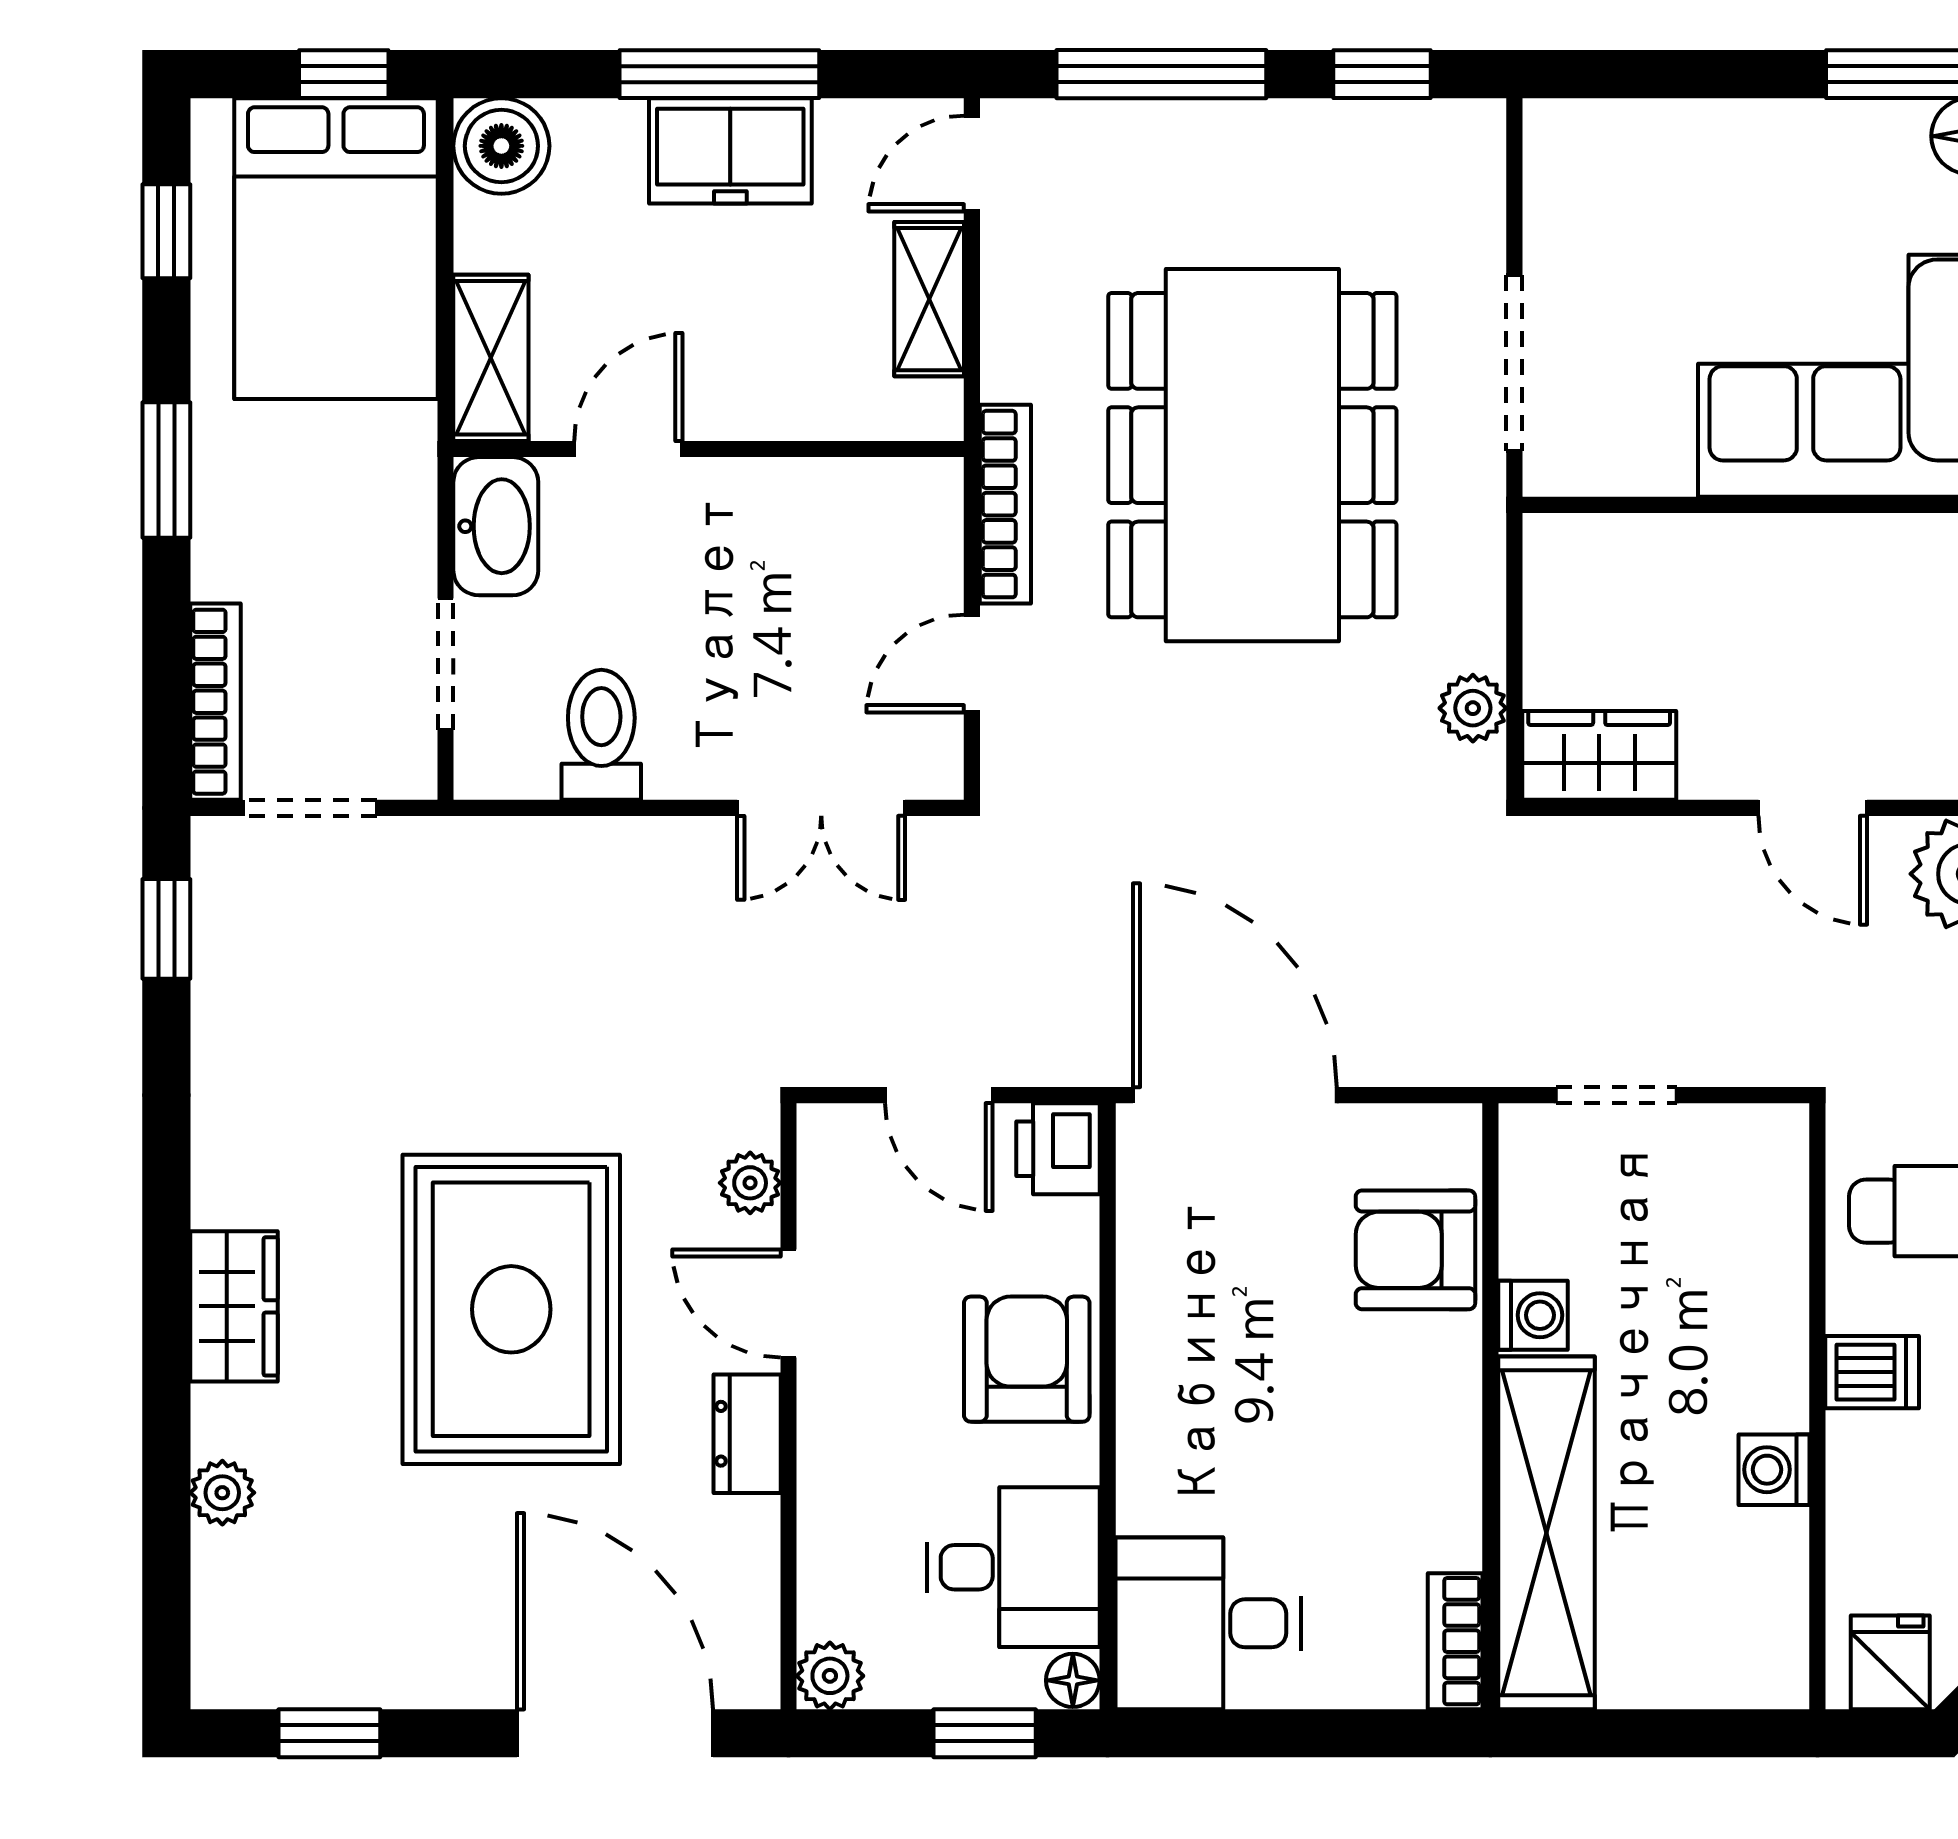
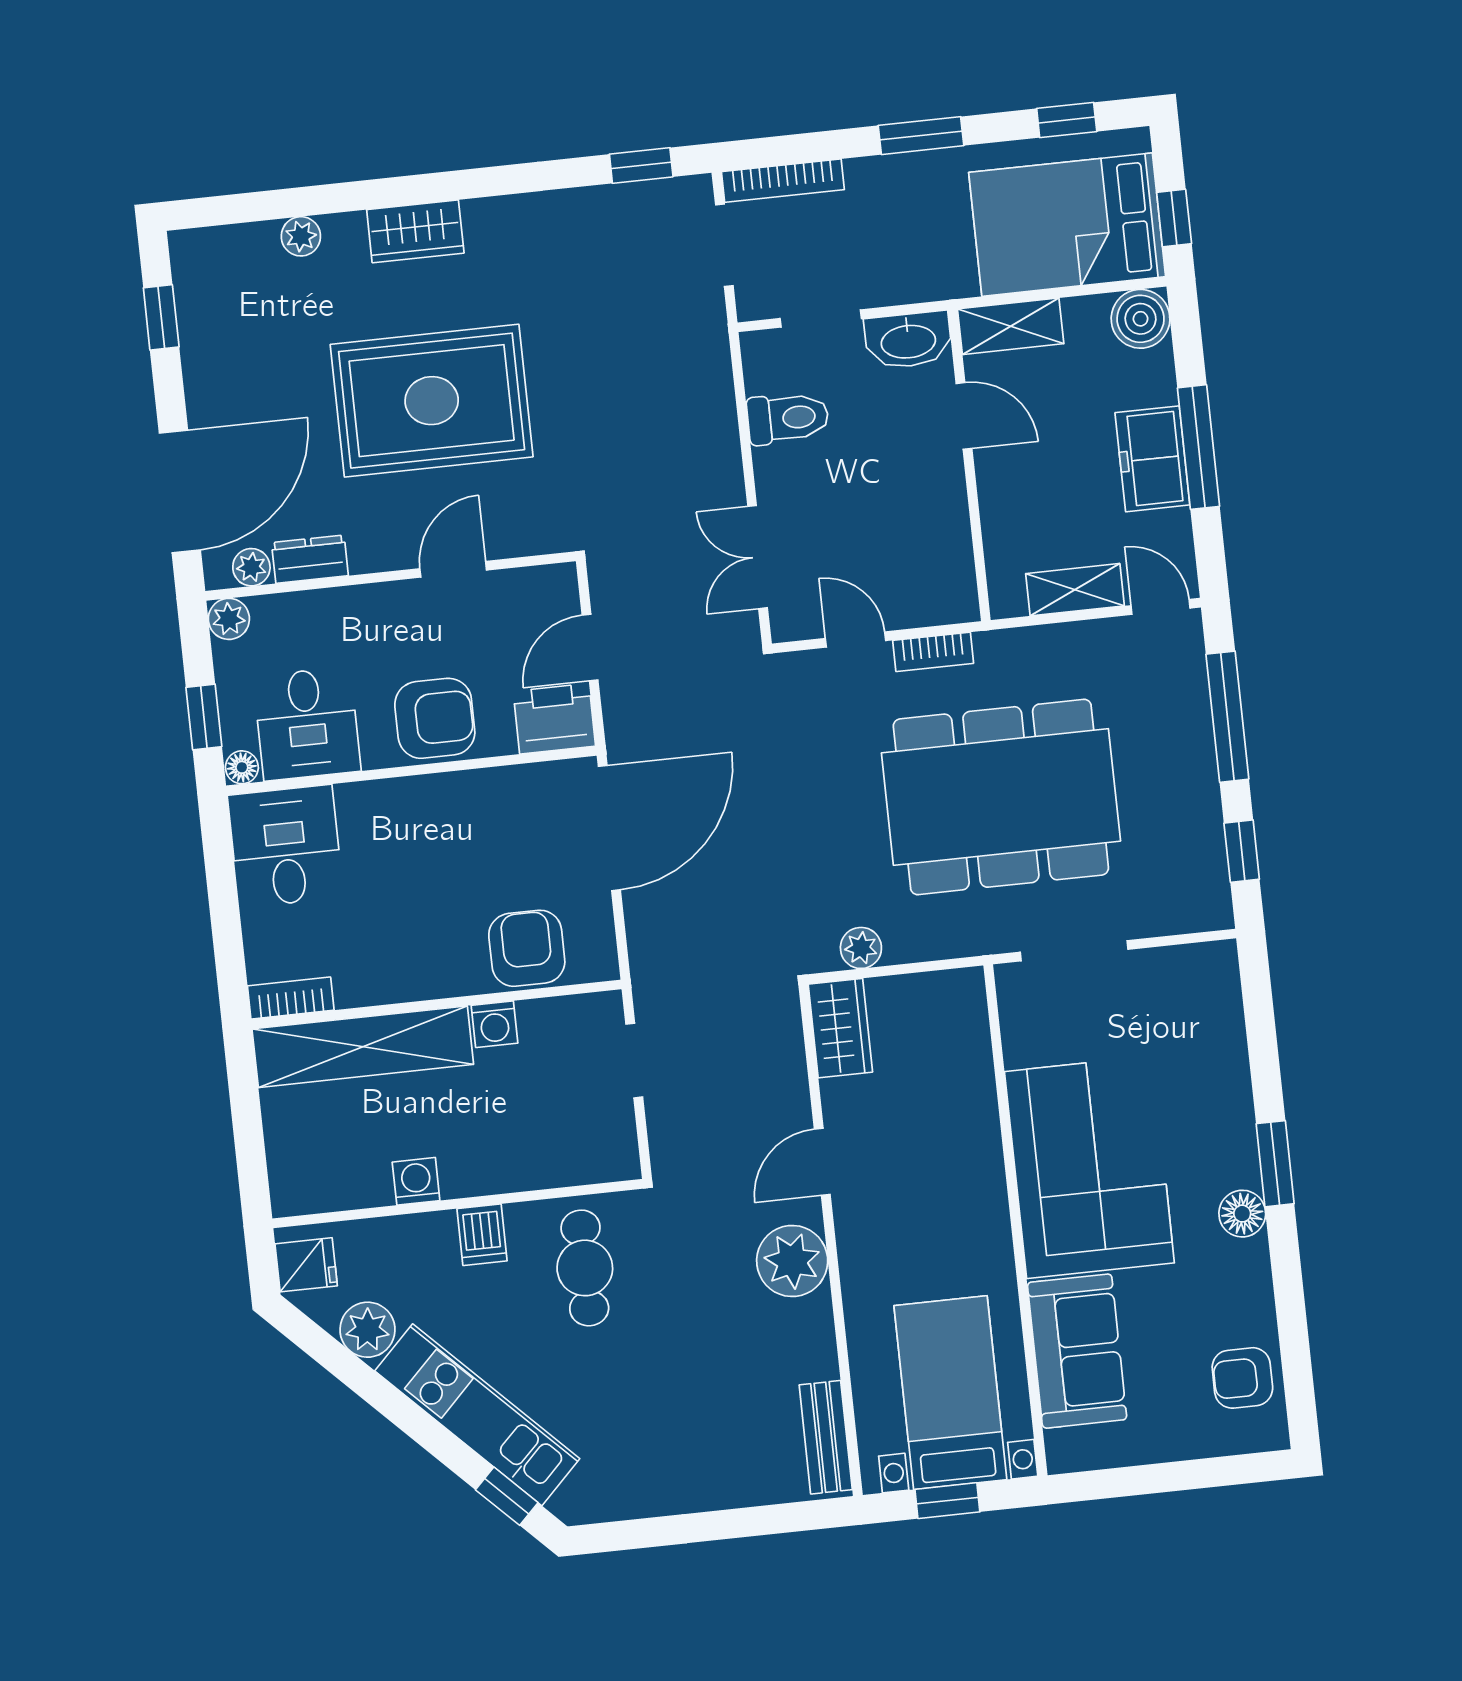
bookcase: (1005, 504) -> (933, 652), width x0.64
printer: (1058, 1149) -> (554, 719), width x1.36, depth x1.24
plant: (750, 1183) -> (251, 567), moved
dresser: (747, 1434) -> (310, 559), moved

